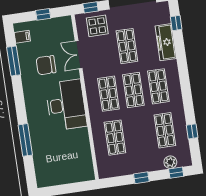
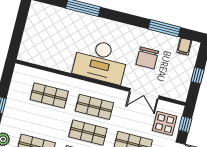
double door: (79, 55) -> (144, 94), swing flipped
chair: (46, 65) -> (147, 58), turned 180

